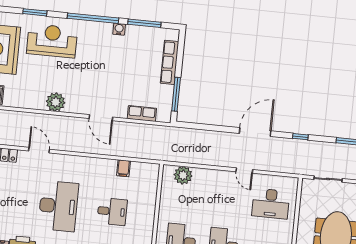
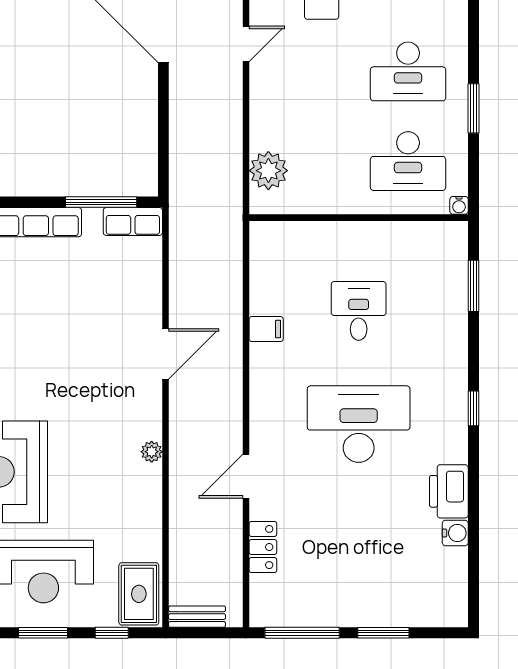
plant: (56, 102) -> (152, 452), width x0.53, depth x0.53
row of seats: (142, 114) -> (133, 221), moved, turned -90
filing cabinet: (123, 168) -> (266, 329), moved

